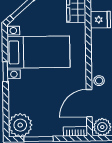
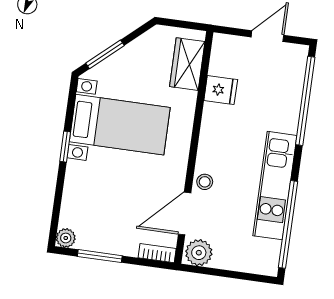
plant: (20, 125) -> (66, 238), width x0.53, depth x0.53

